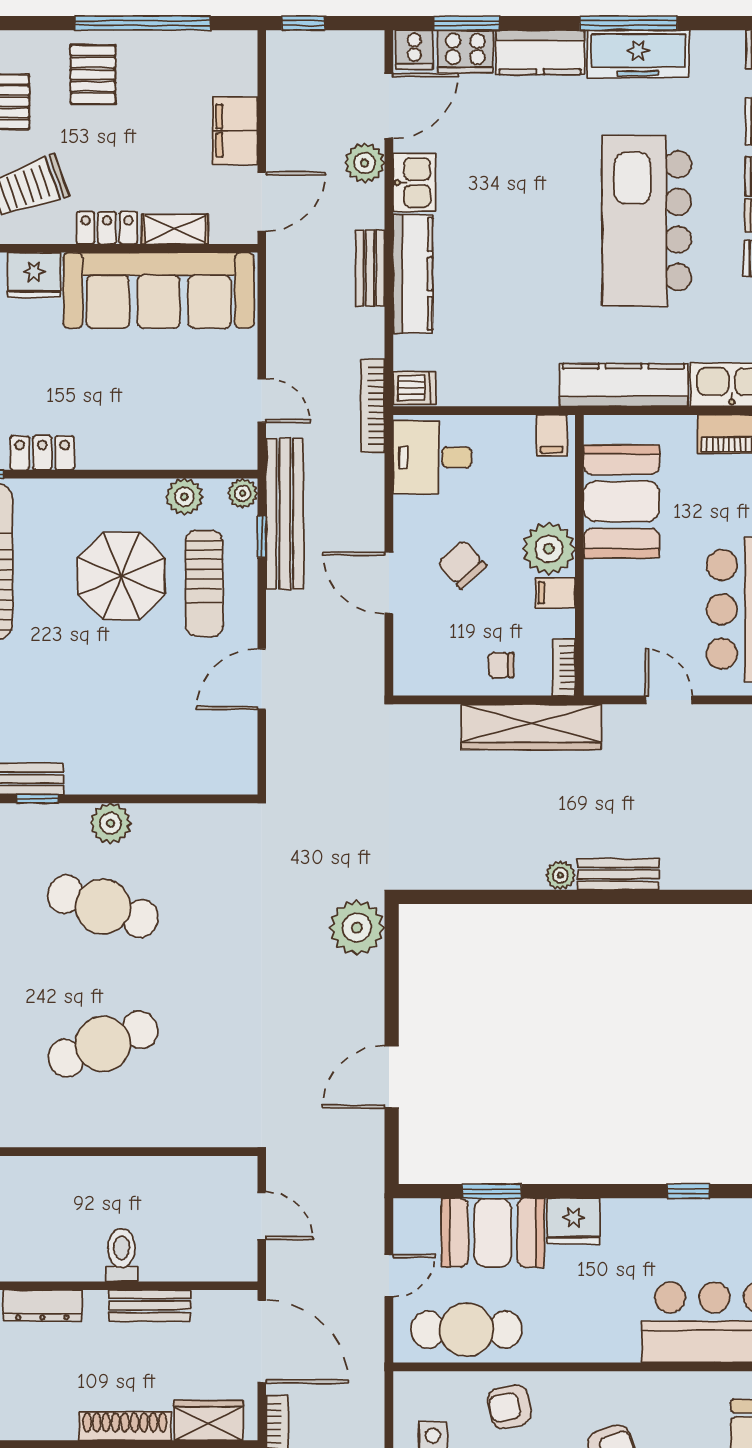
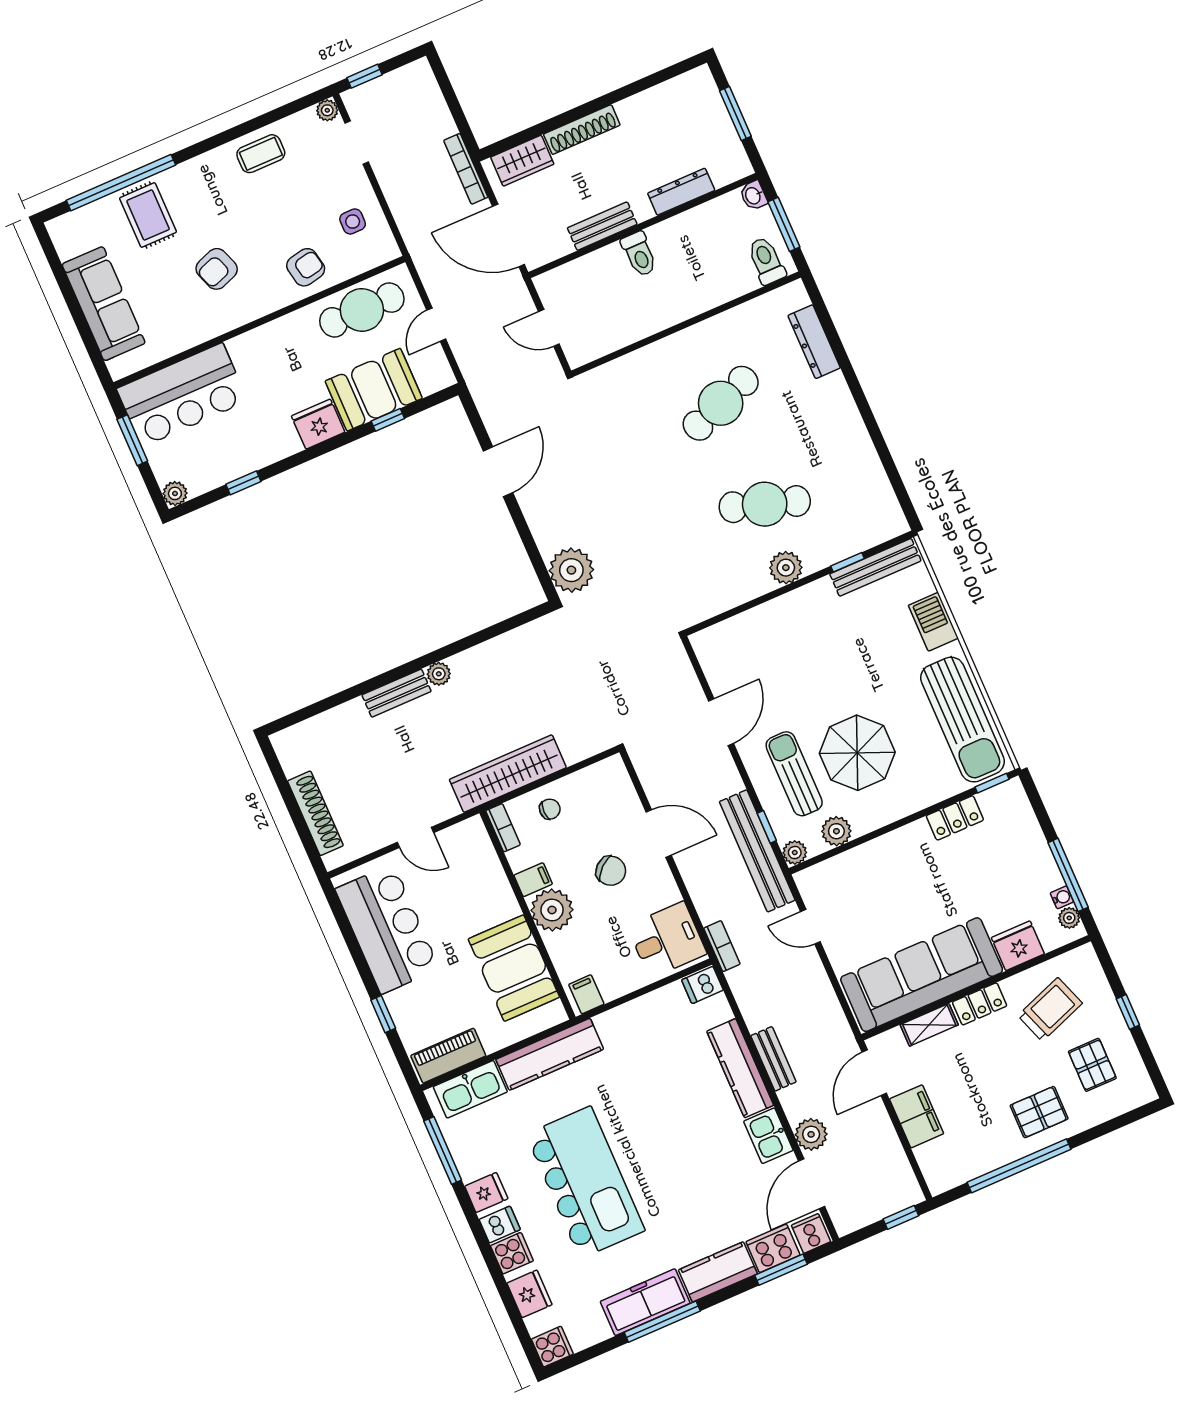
pallet: (93, 74) -> (1039, 1112), turned 90
bookcase: (373, 406) -> (722, 946), width x0.64
window: (492, 1191) -> (388, 420), width x0.67

